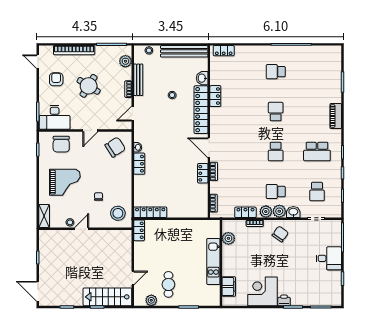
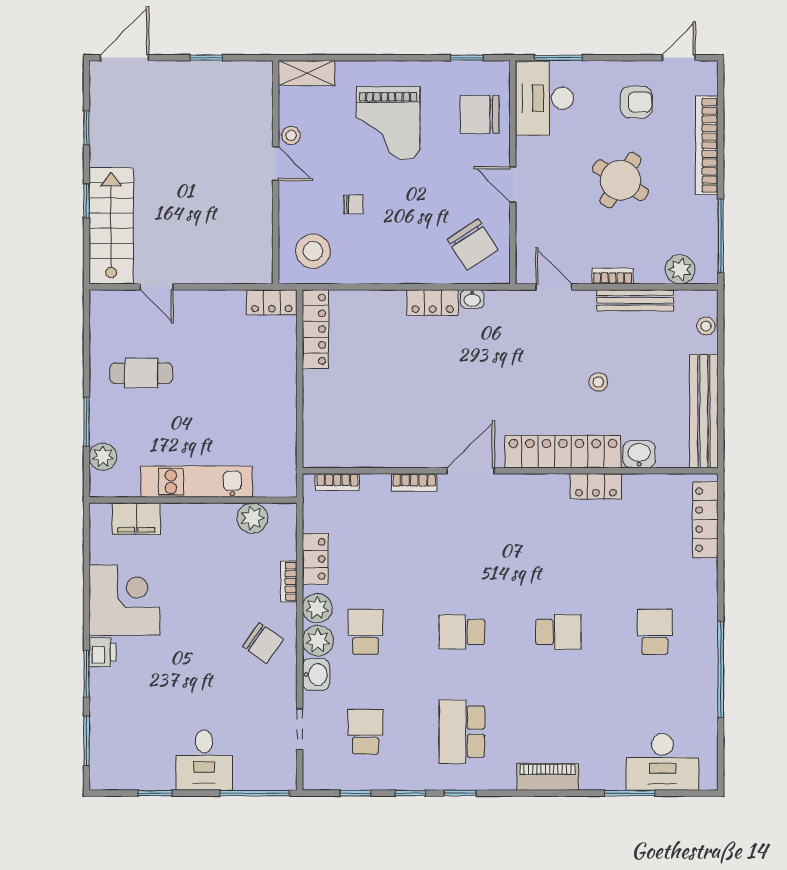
locker: (224, 51) -> (705, 520), width x1.53
desk: (330, 68) -> (662, 762), added
locker: (203, 173) -> (410, 456), removed
school desk: (317, 191) -> (365, 732), turned 90
plant: (151, 300) -> (103, 457), moved

